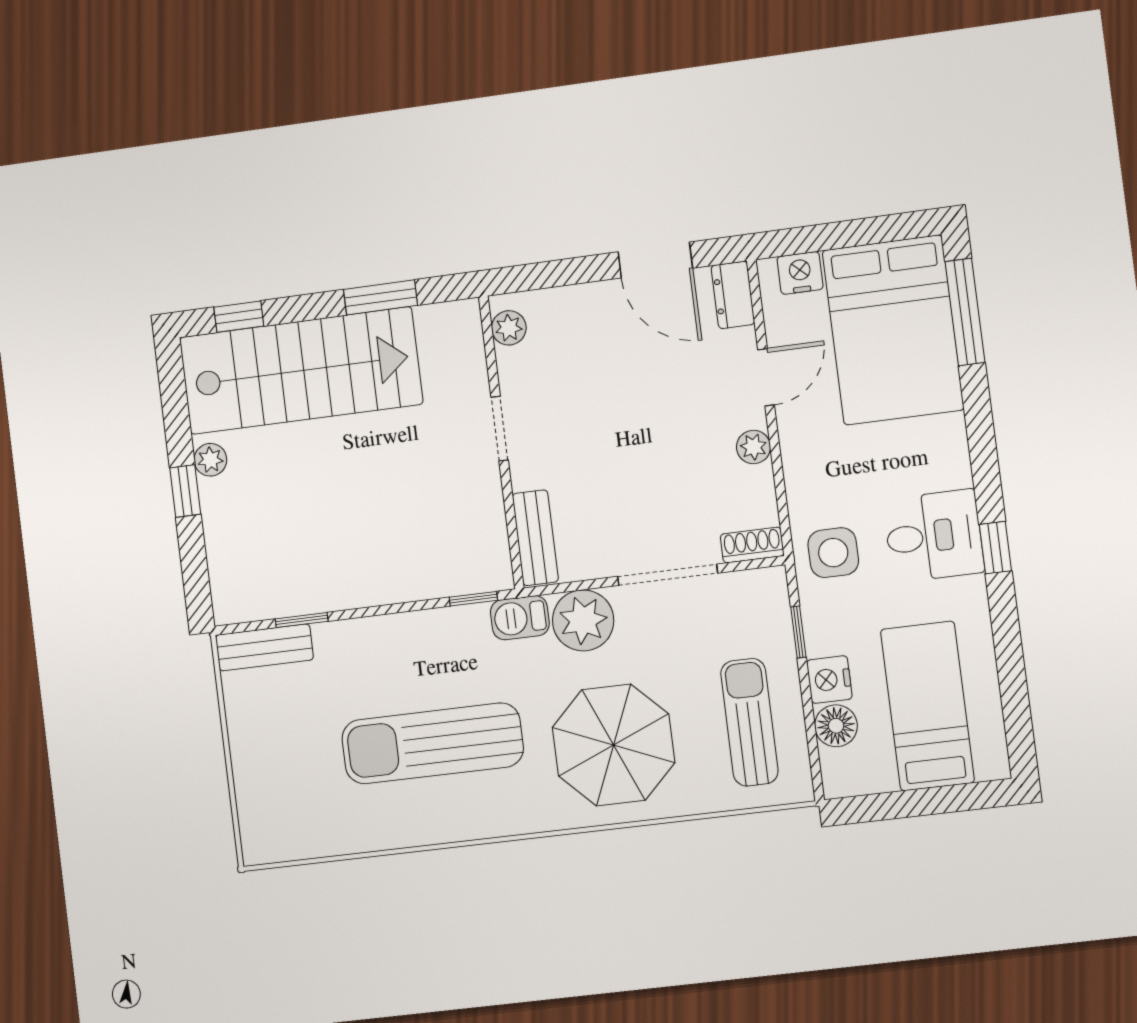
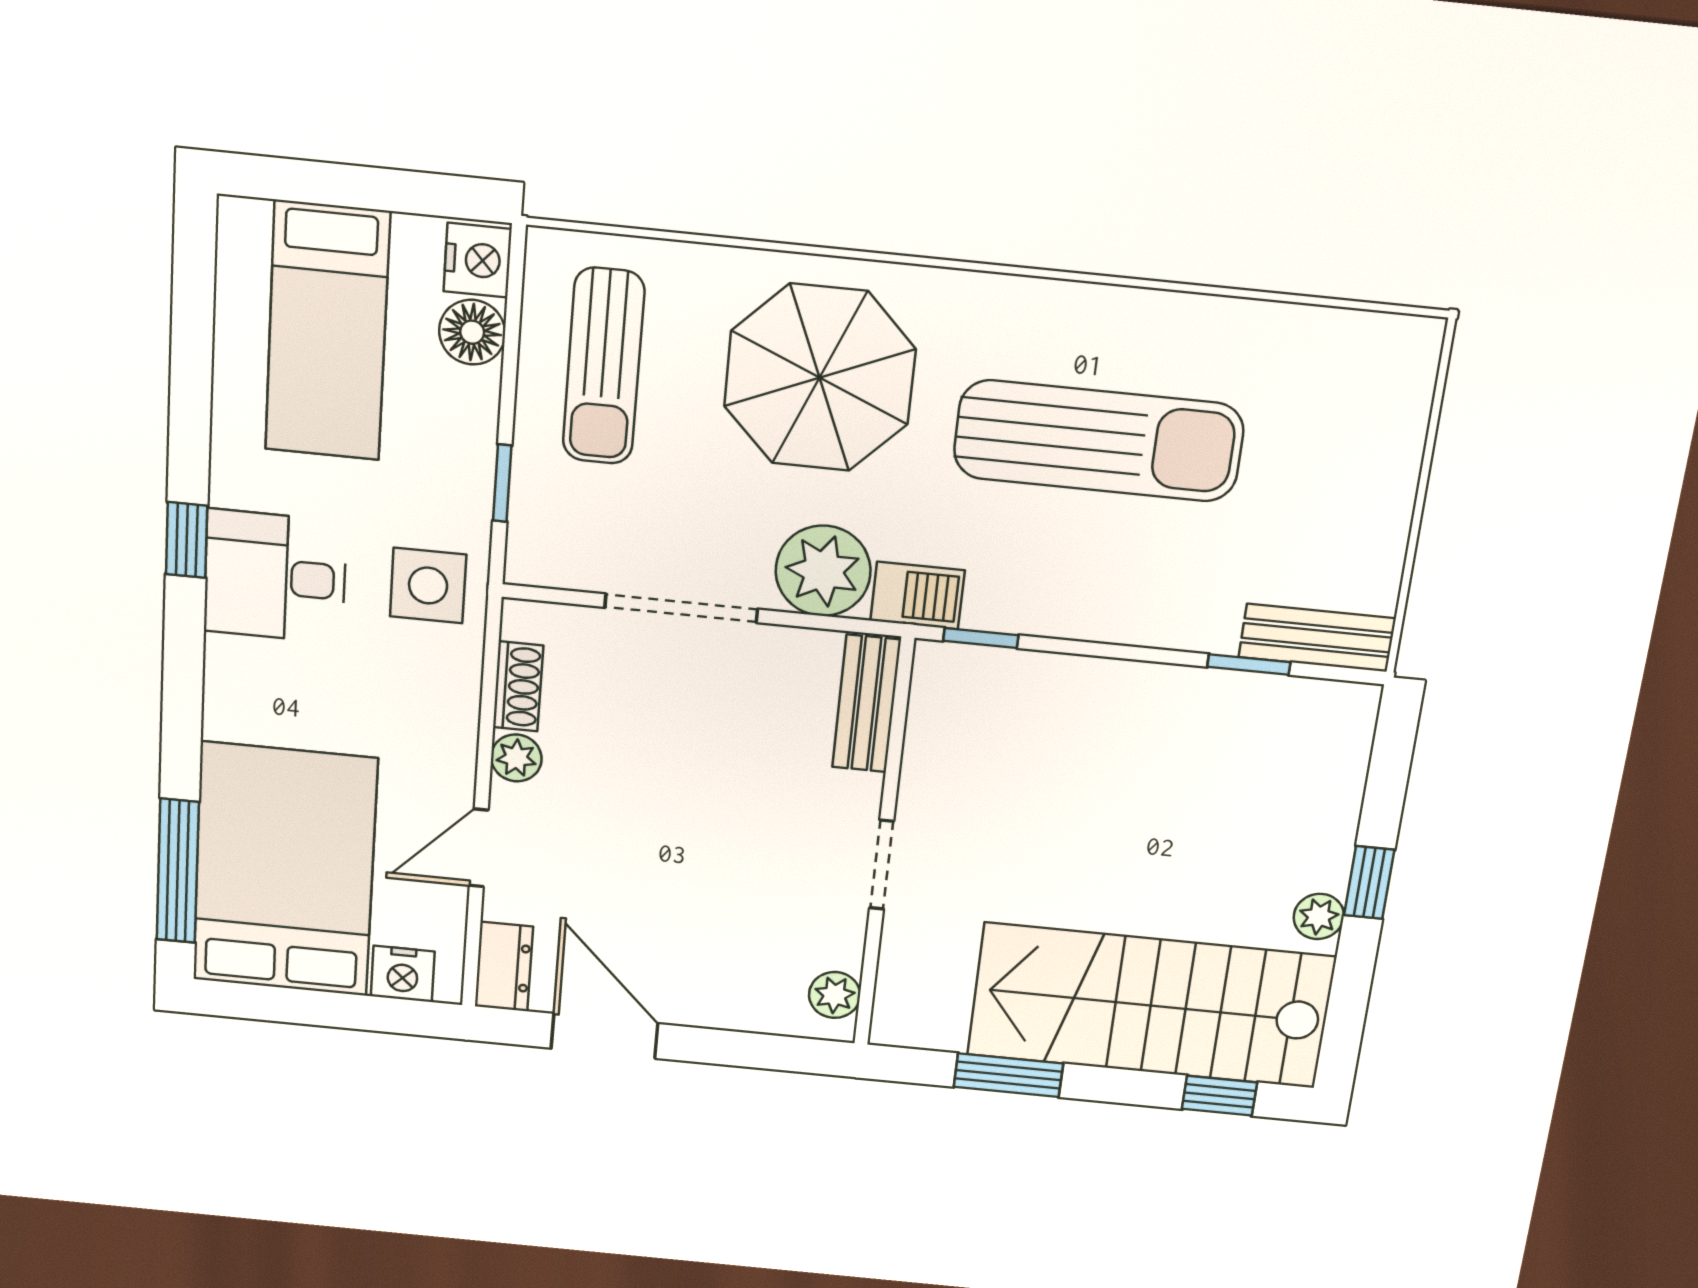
shoe rack: (752, 545) -> (518, 686), moved, turned -90
nightstand: (829, 680) -> (478, 260), moved

